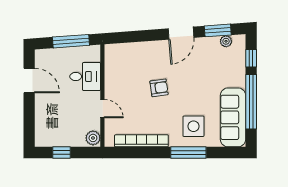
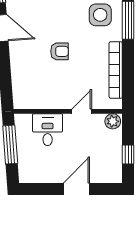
door: (29, 81) -> (76, 189), moved
armchair: (159, 88) -> (60, 51), turned 98

